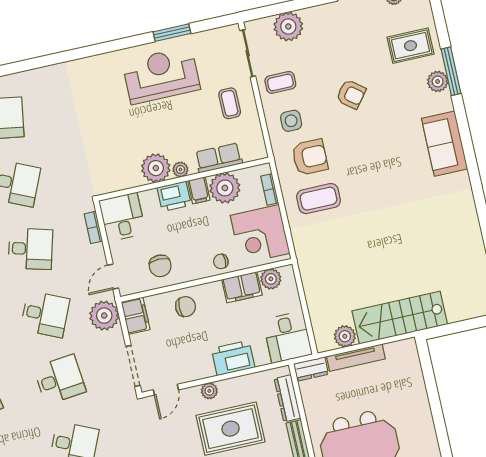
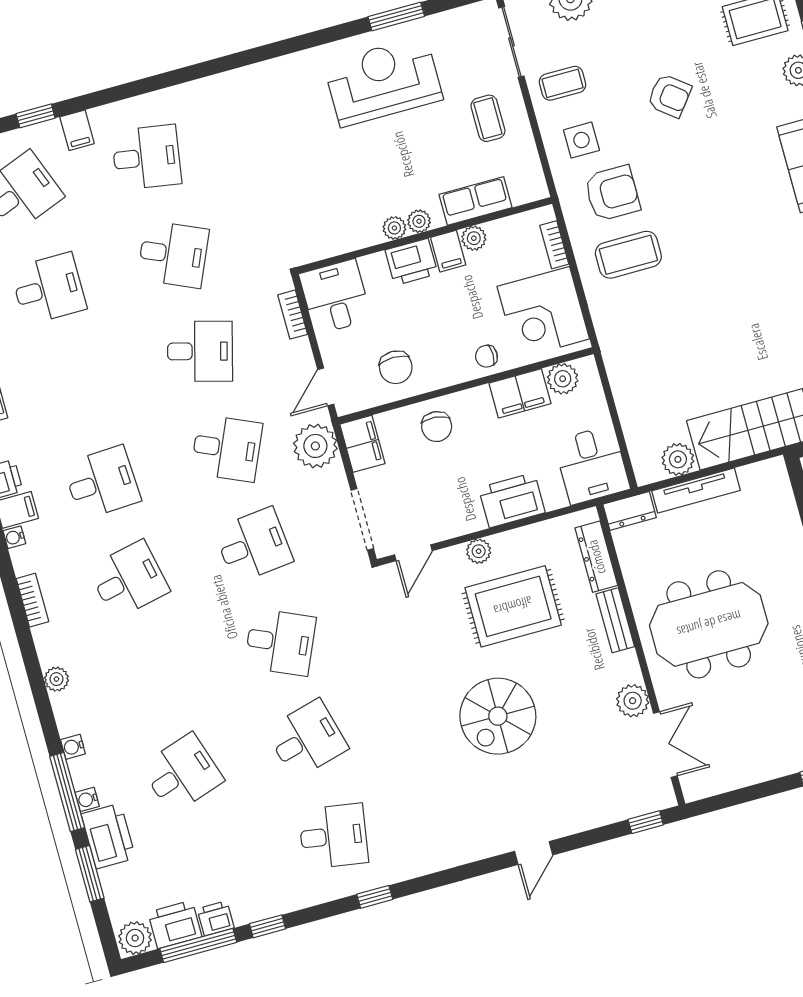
plant: (156, 168) -> (394, 228), width x0.53, depth x0.53
plant: (225, 188) -> (474, 238), width x0.53, depth x0.53
chair: (185, 307) -> (437, 427), turned 95

